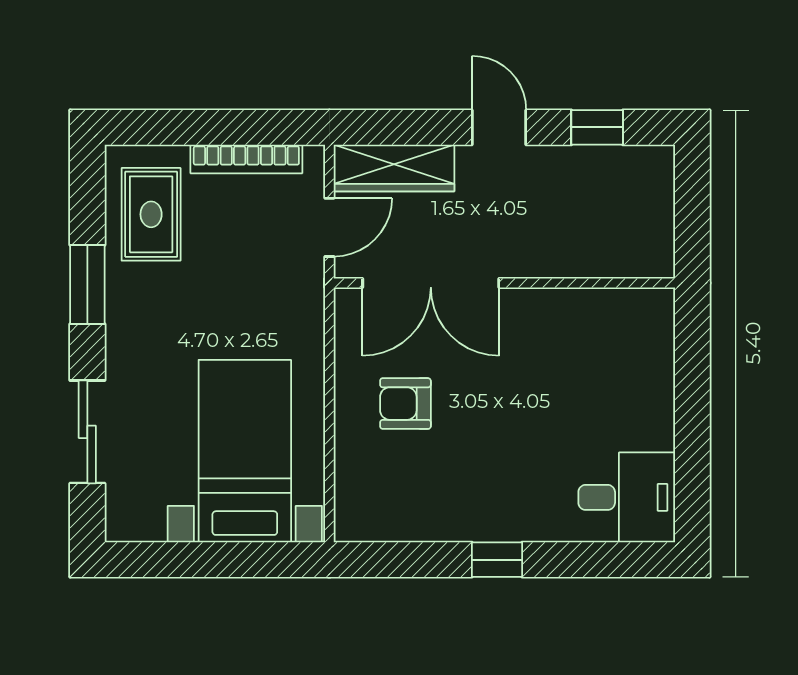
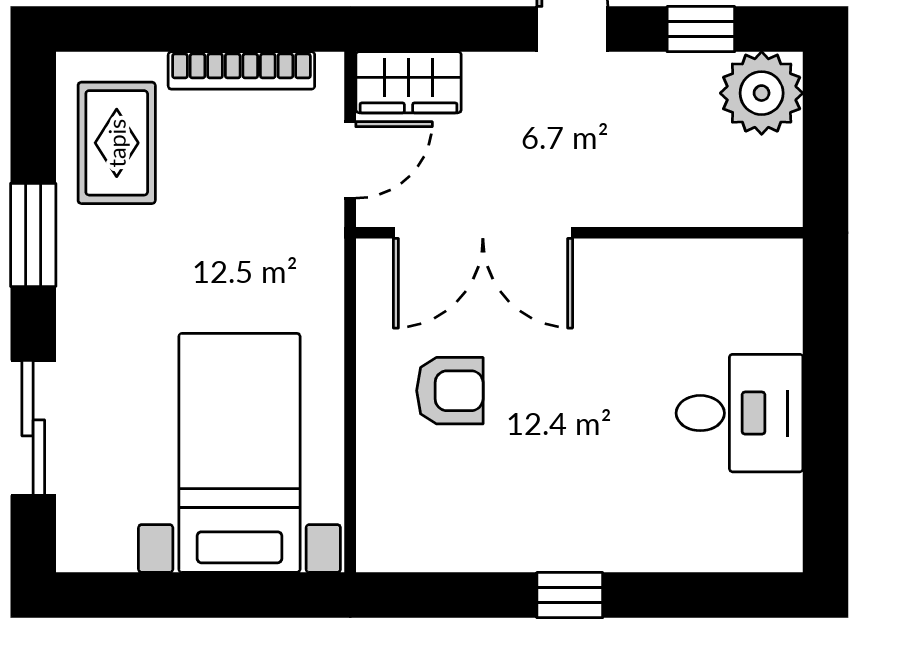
wardrobe: (394, 168) -> (408, 82), width x0.67
plant: (643, 176) -> (762, 93), added
armchair: (405, 404) -> (450, 391), turned 180
desk: (627, 497) -> (740, 413), moved

